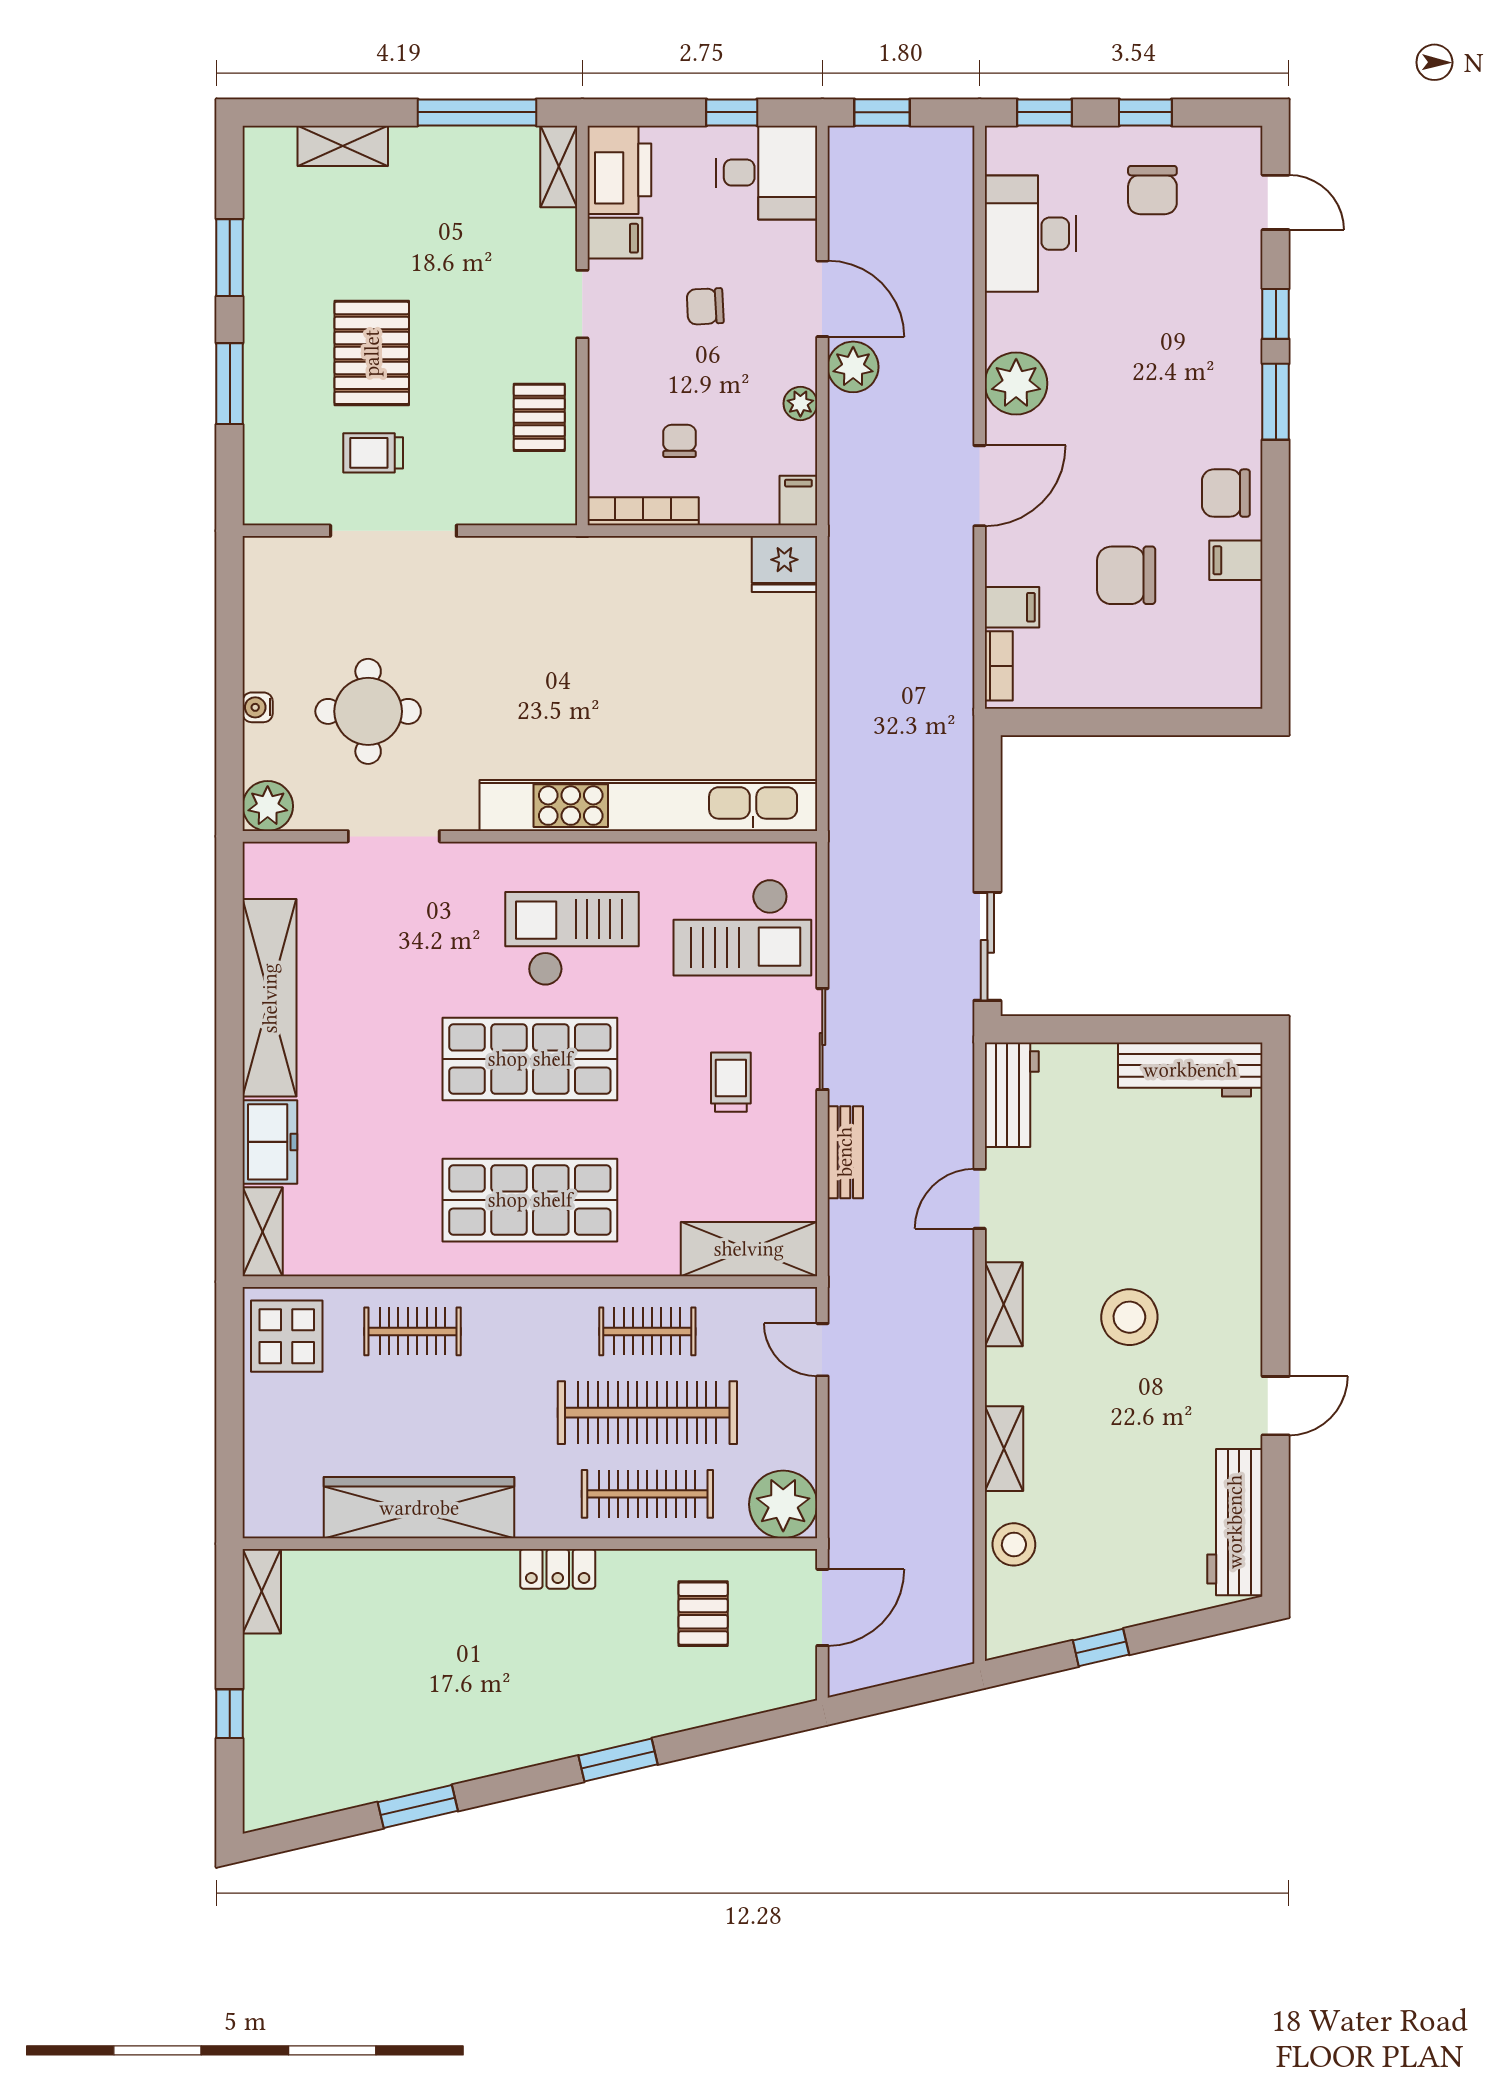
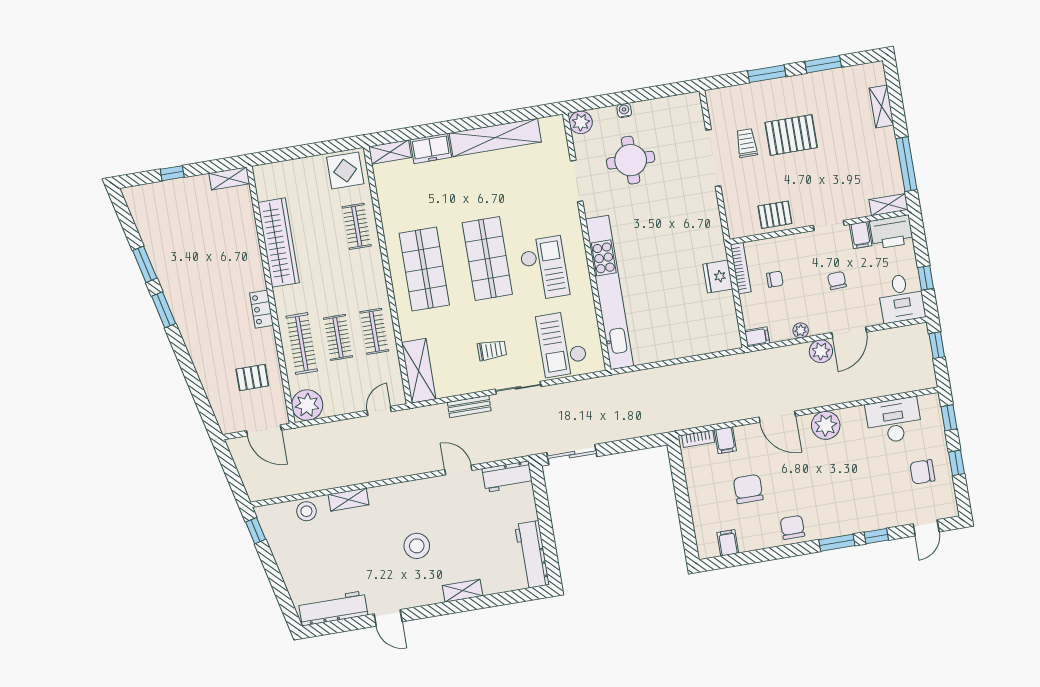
filing cabinet: (1236, 560) -> (728, 543), moved
fridge: (784, 564) -> (718, 277), moved
shelving: (1004, 1304) -> (463, 591), moved
clothes rail: (647, 1413) -> (338, 337), width x0.54, depth x0.76
window: (1101, 1648) -> (256, 531), moved
window: (618, 1760) -> (164, 310), moved

